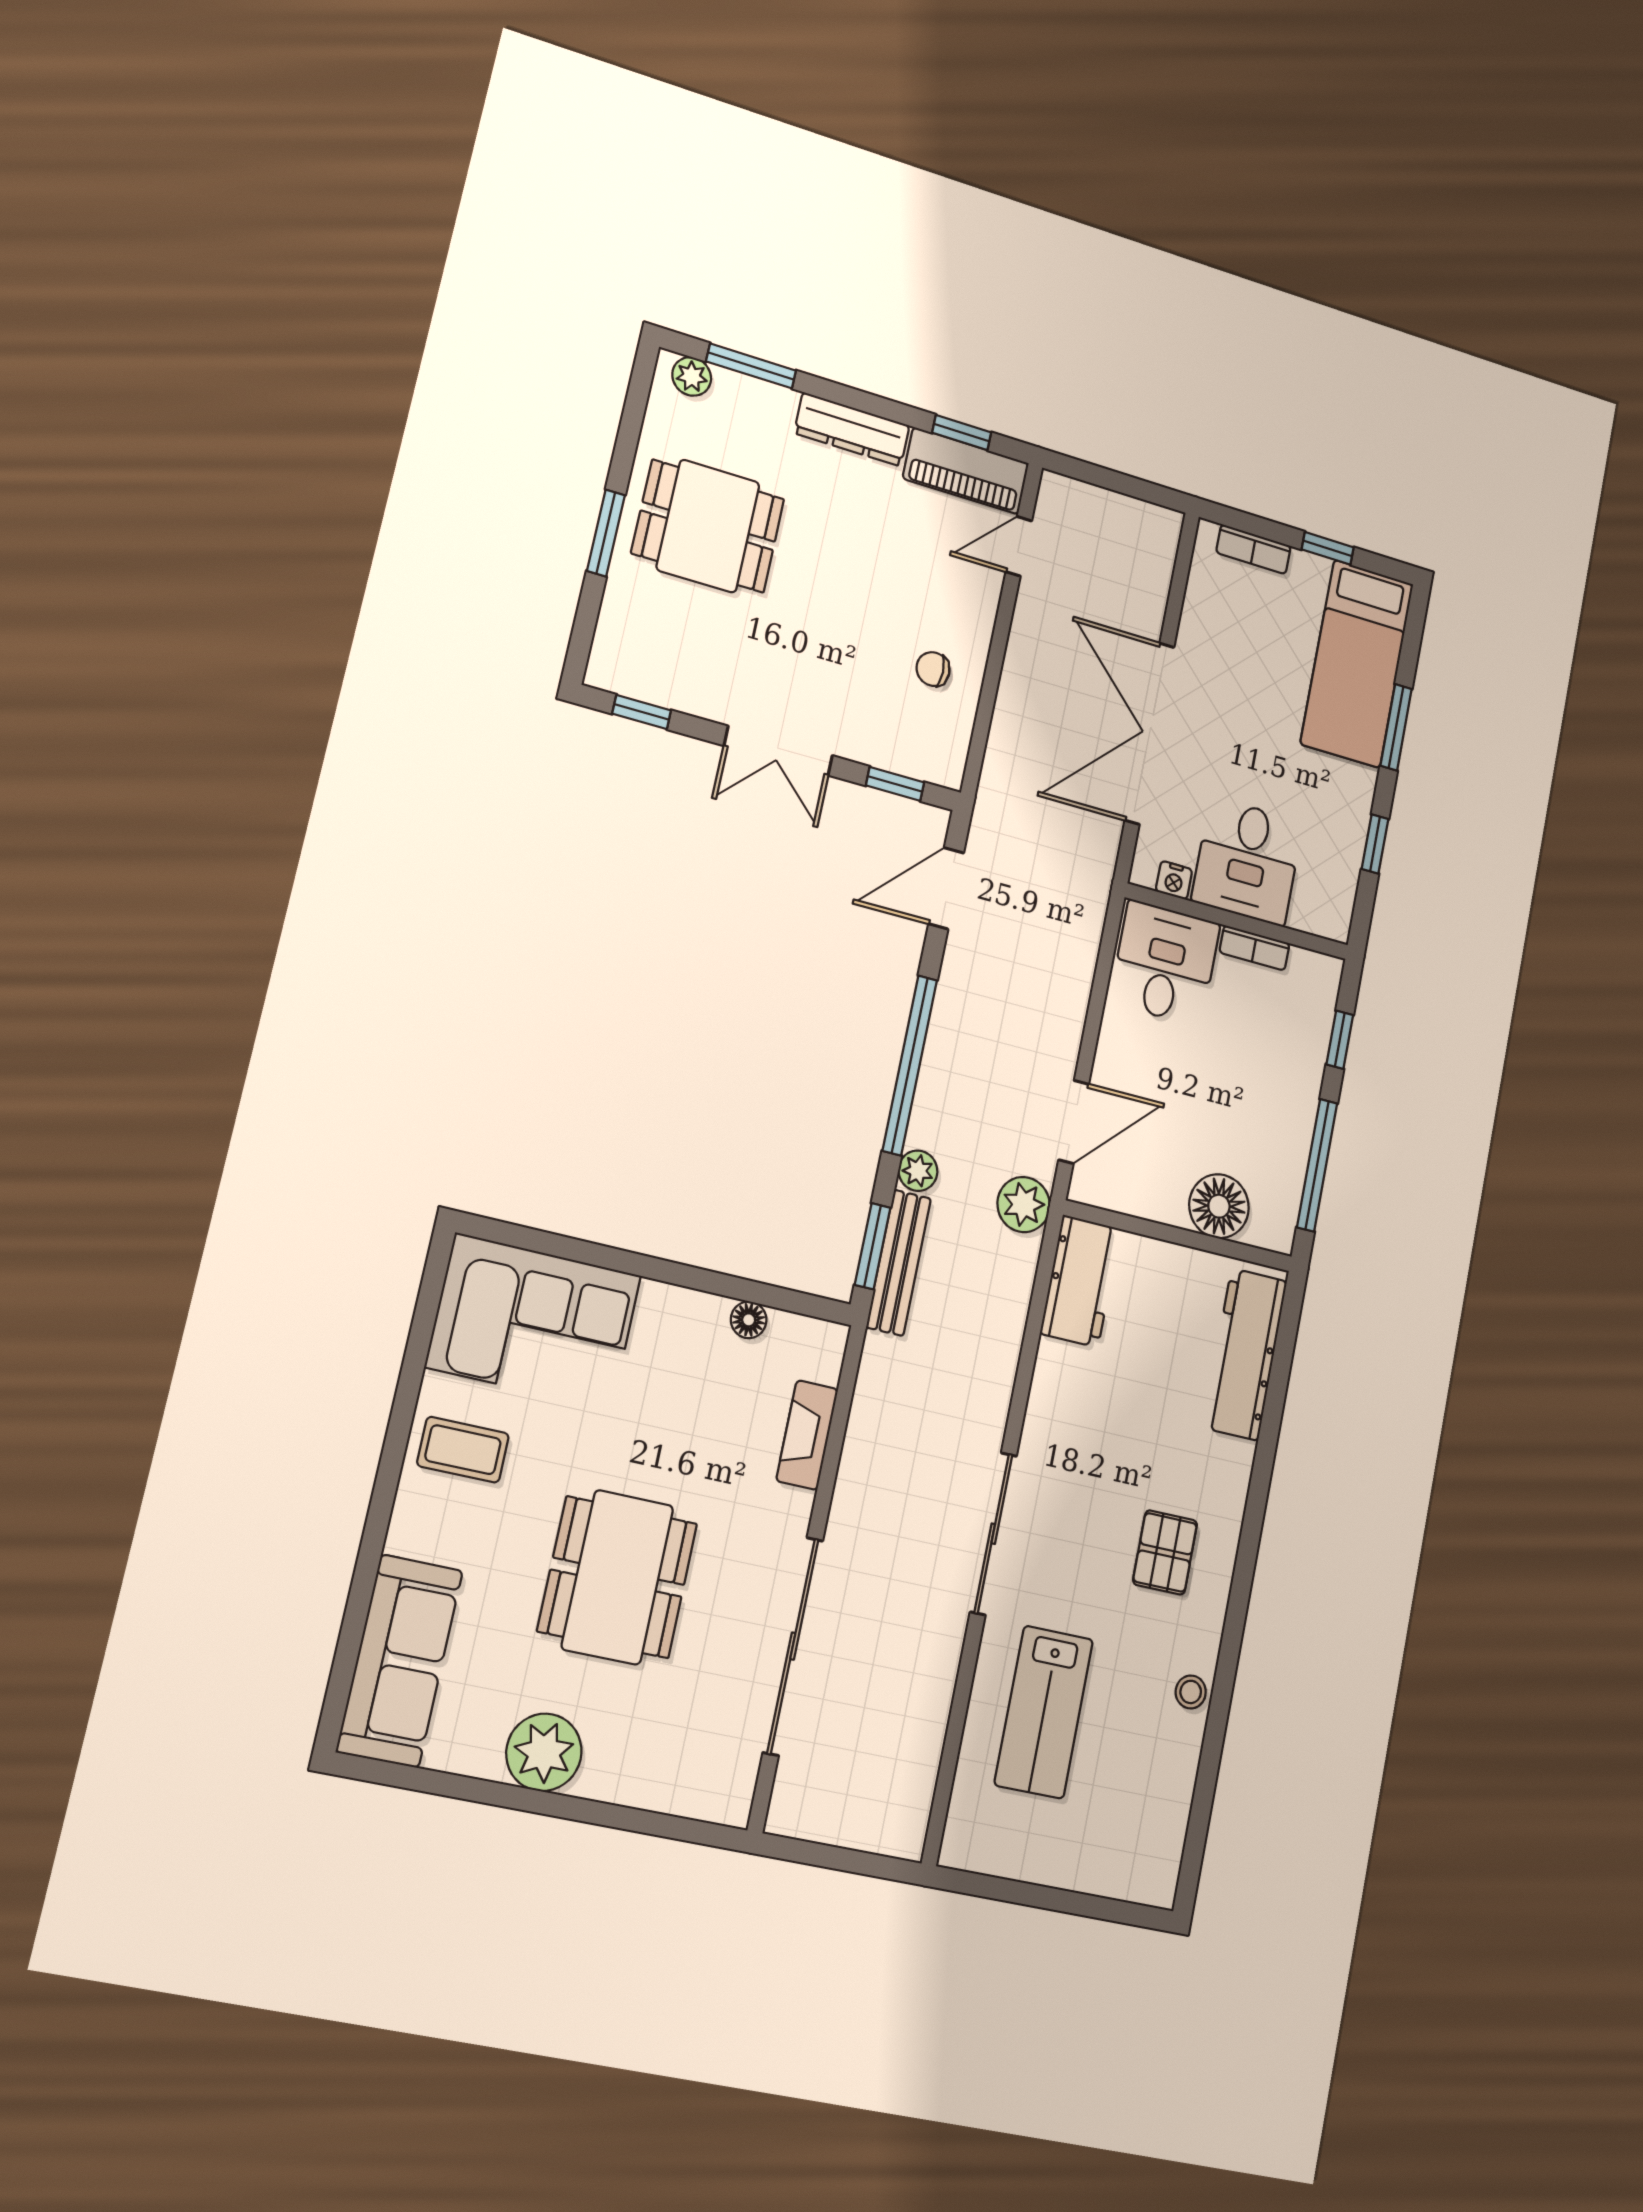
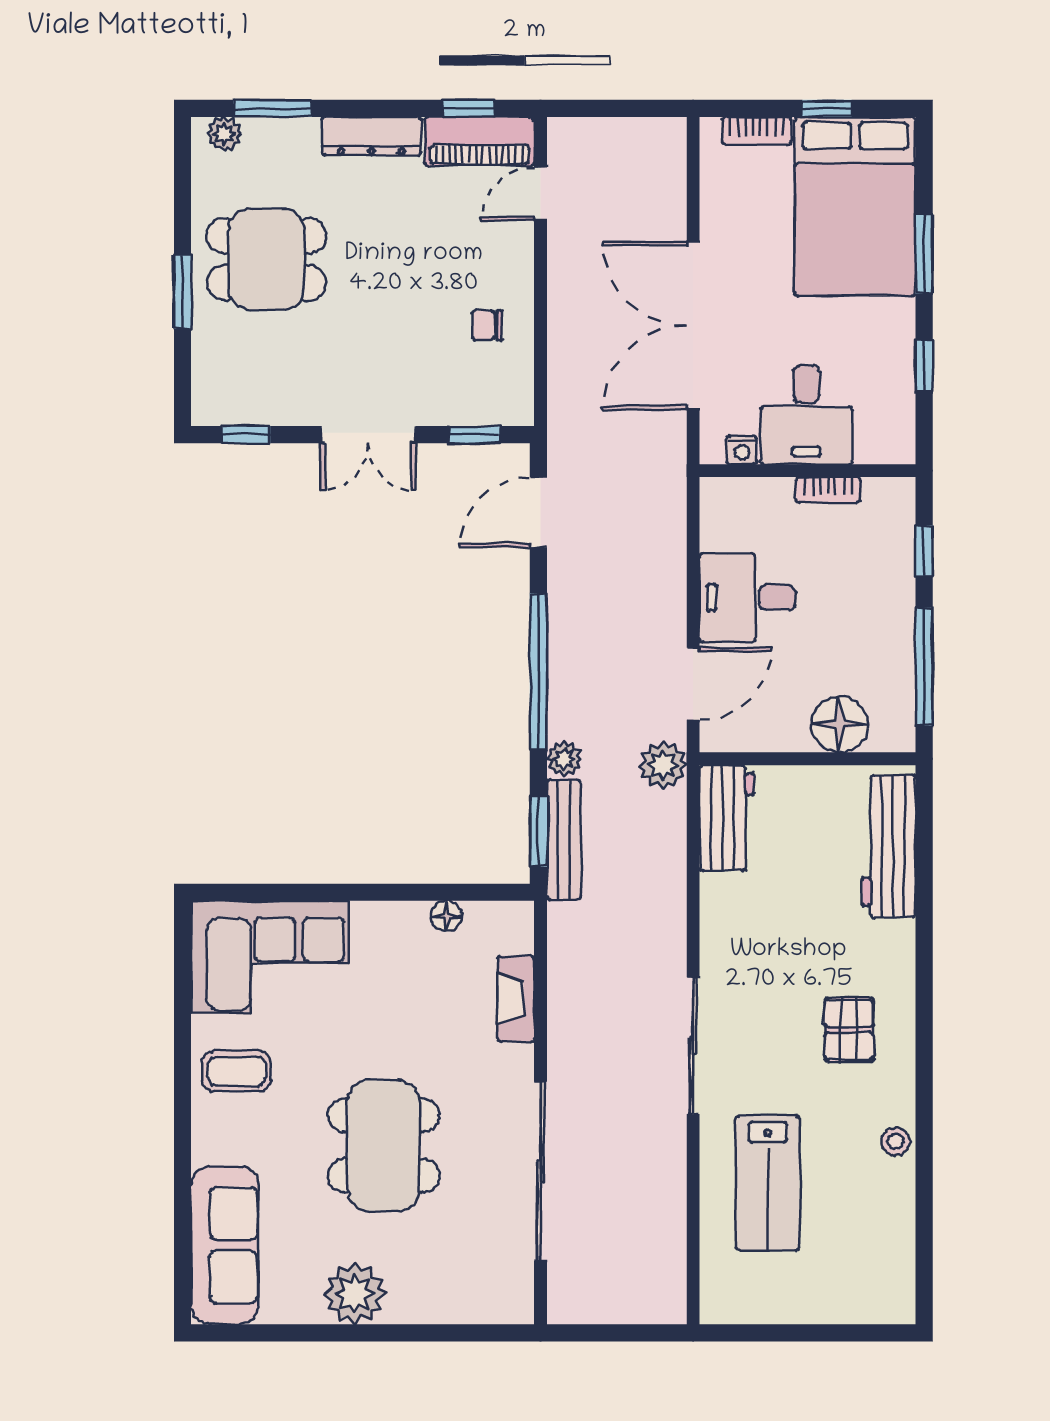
bed: (1357, 664) -> (855, 206), width x1.50
desk: (1165, 963) -> (748, 598), moved, turned -90

